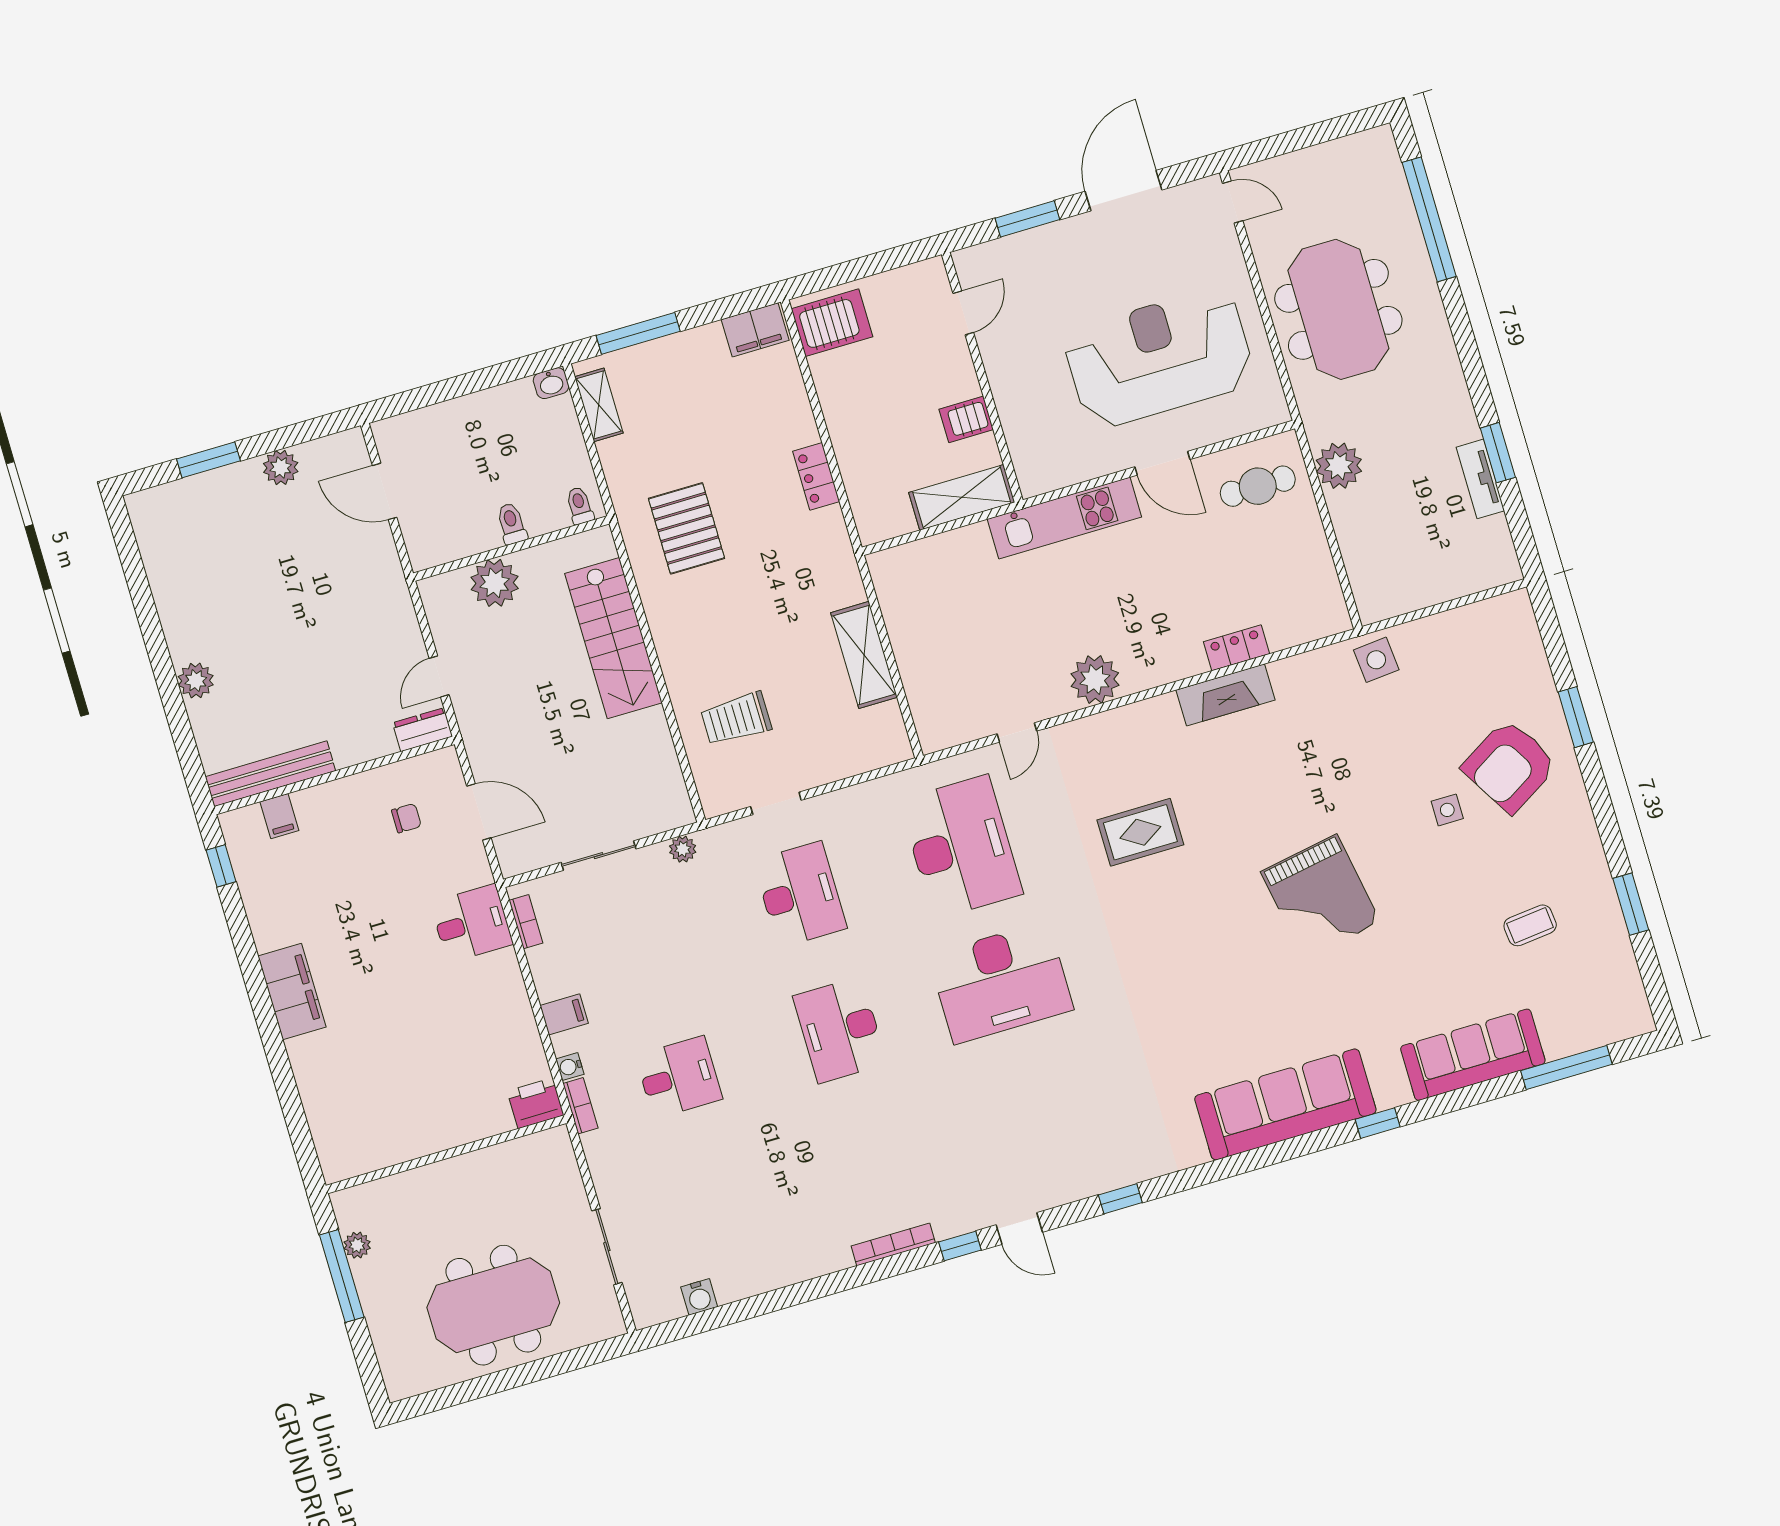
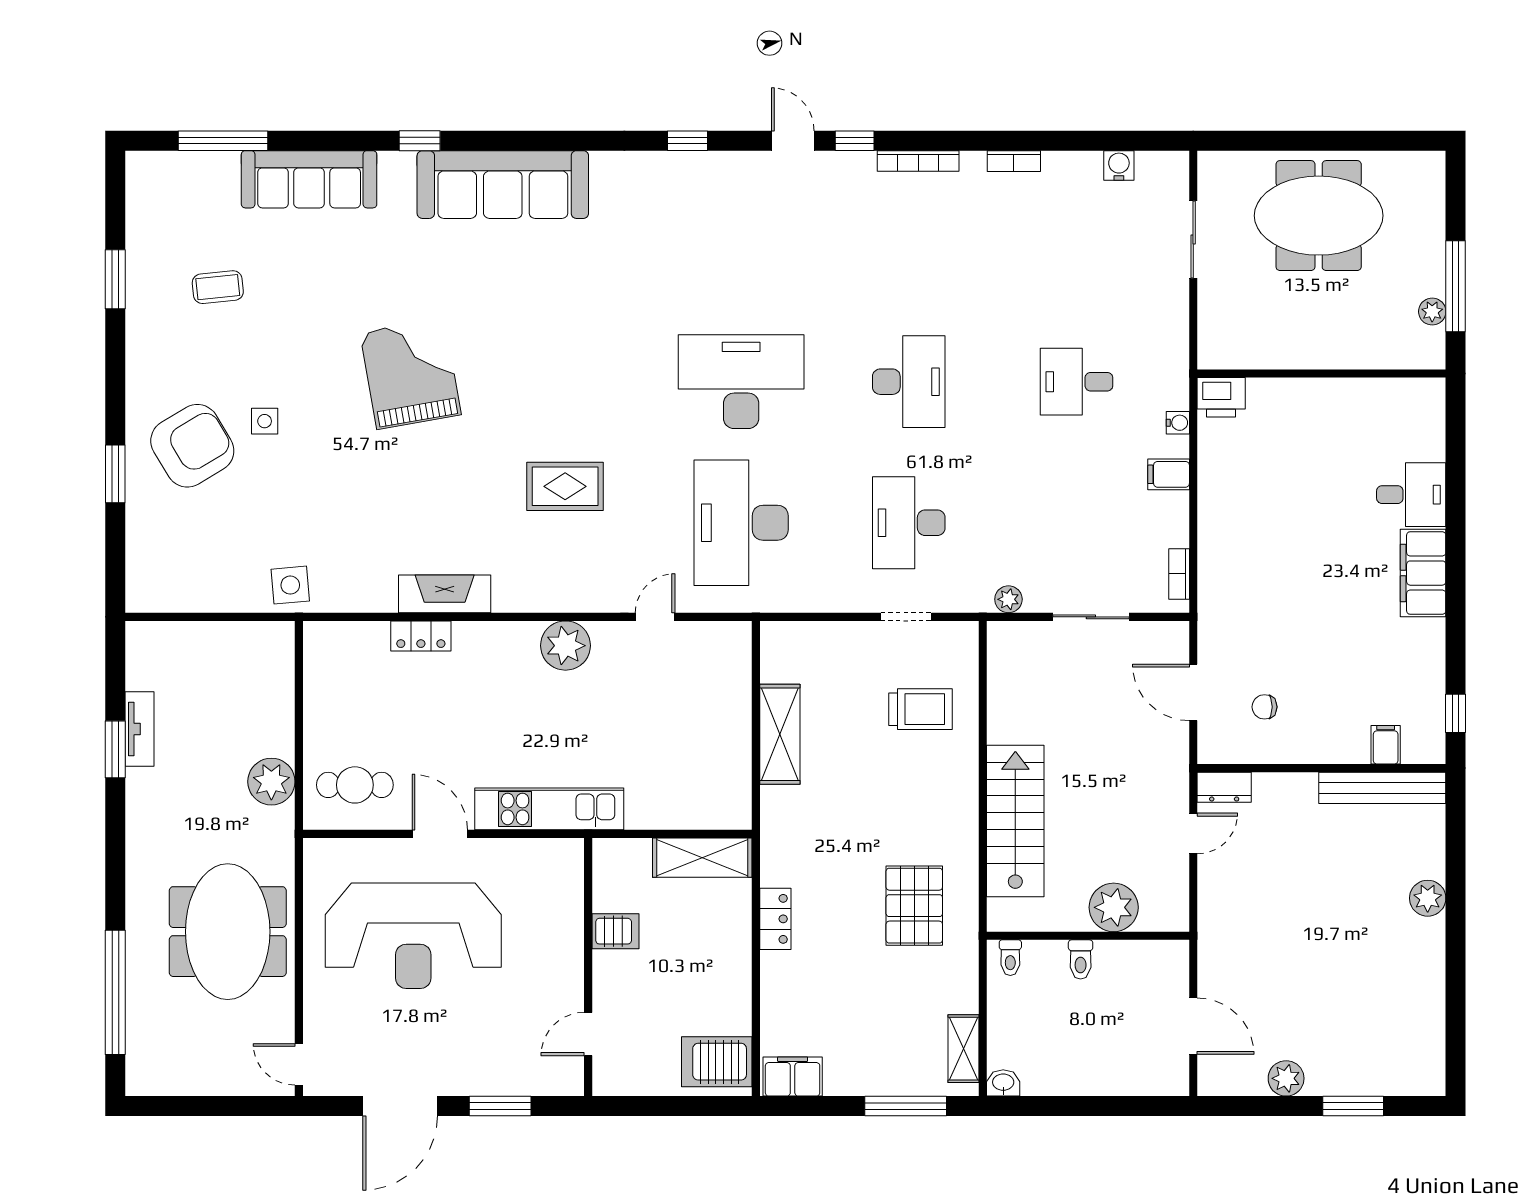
shelving: (962, 497) -> (702, 858), moved
desk: (472, 923) -> (1411, 495), moved, turned 180
bookcase: (581, 1106) -> (1014, 161), moved, turned -90

